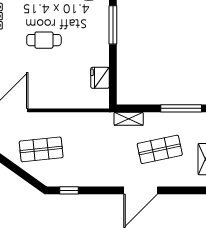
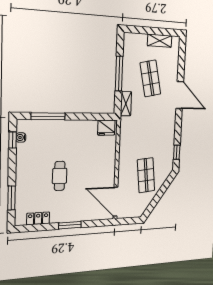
fridge: (100, 78) -> (106, 128), moved
window: (181, 108) -> (119, 74), moved

